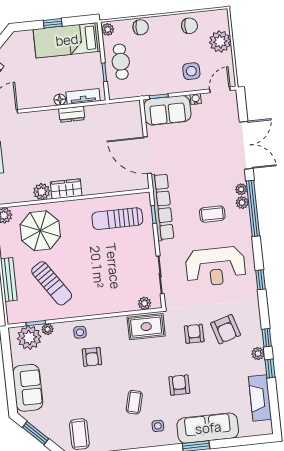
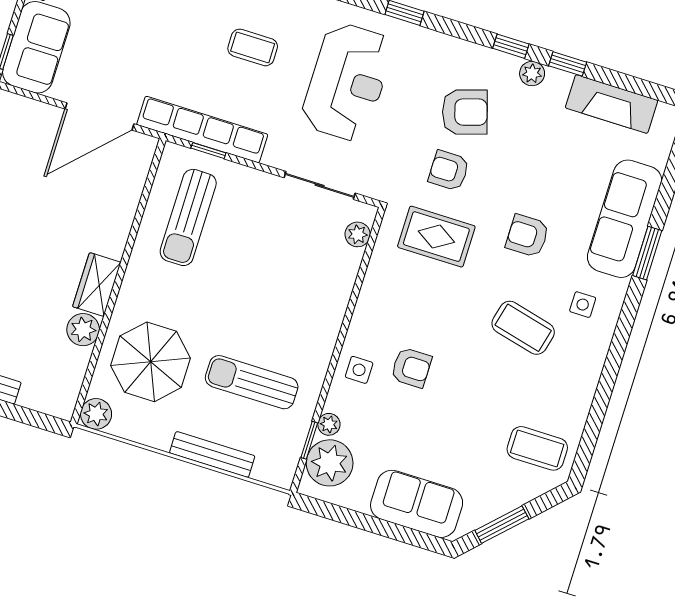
coffee table: (212, 214) -> (253, 47), turned 90
sun lounger: (52, 283) -> (252, 382), turned -146
rug: (146, 327) -> (436, 237), moved, turned 90
coffee table: (134, 402) -> (523, 328), width x1.36, depth x1.30

